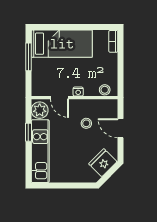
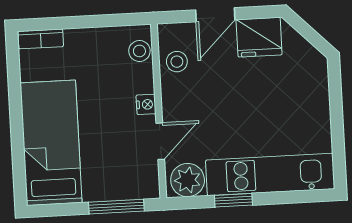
window: (28, 57) -> (116, 207), moved
stool: (86, 123) -> (177, 62), moved
fridge: (103, 163) -> (259, 37), moved, turned -45

